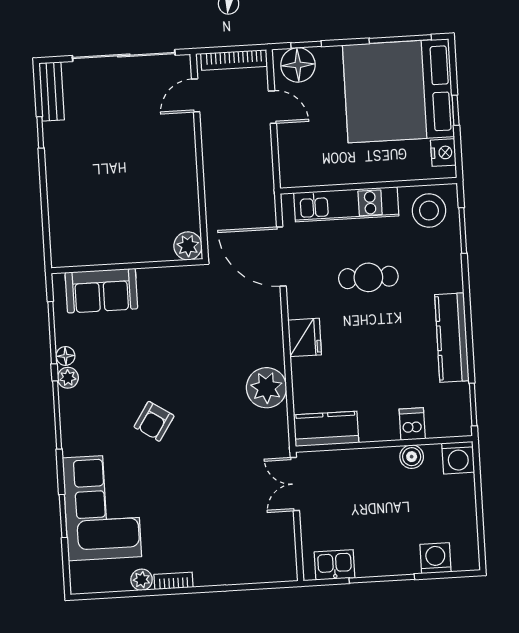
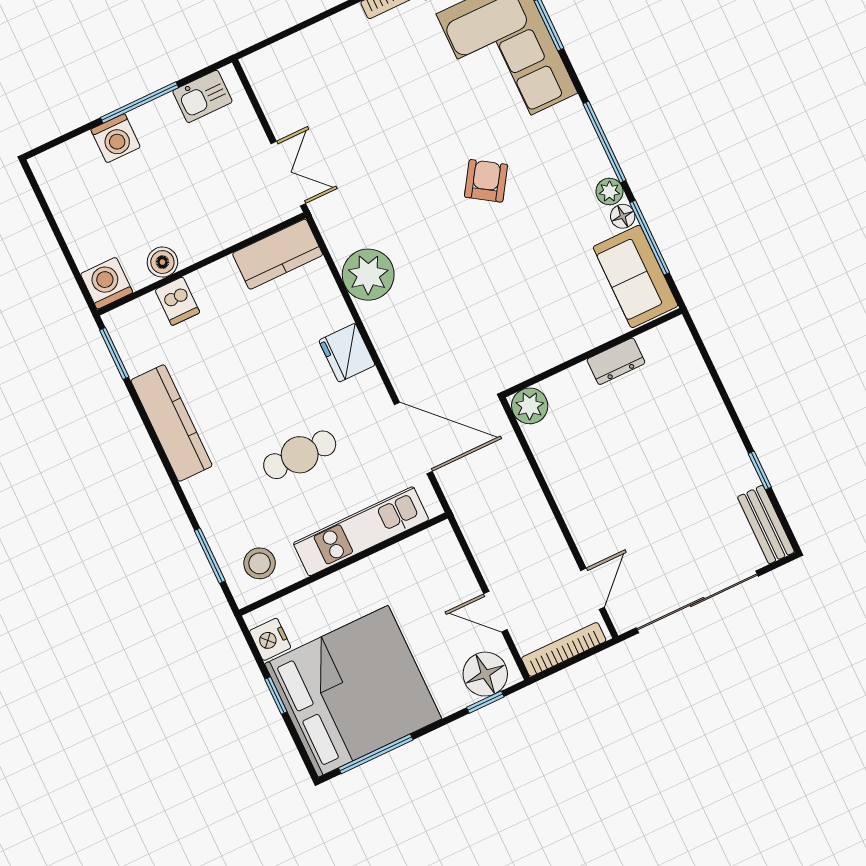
stool: (429, 211) -> (260, 563), width x0.73, depth x0.73
dresser: (113, 253) -> (616, 361), added
sofa: (101, 291) -> (636, 276), moved, turned -90
washing machine: (435, 558) -> (116, 138), moved

